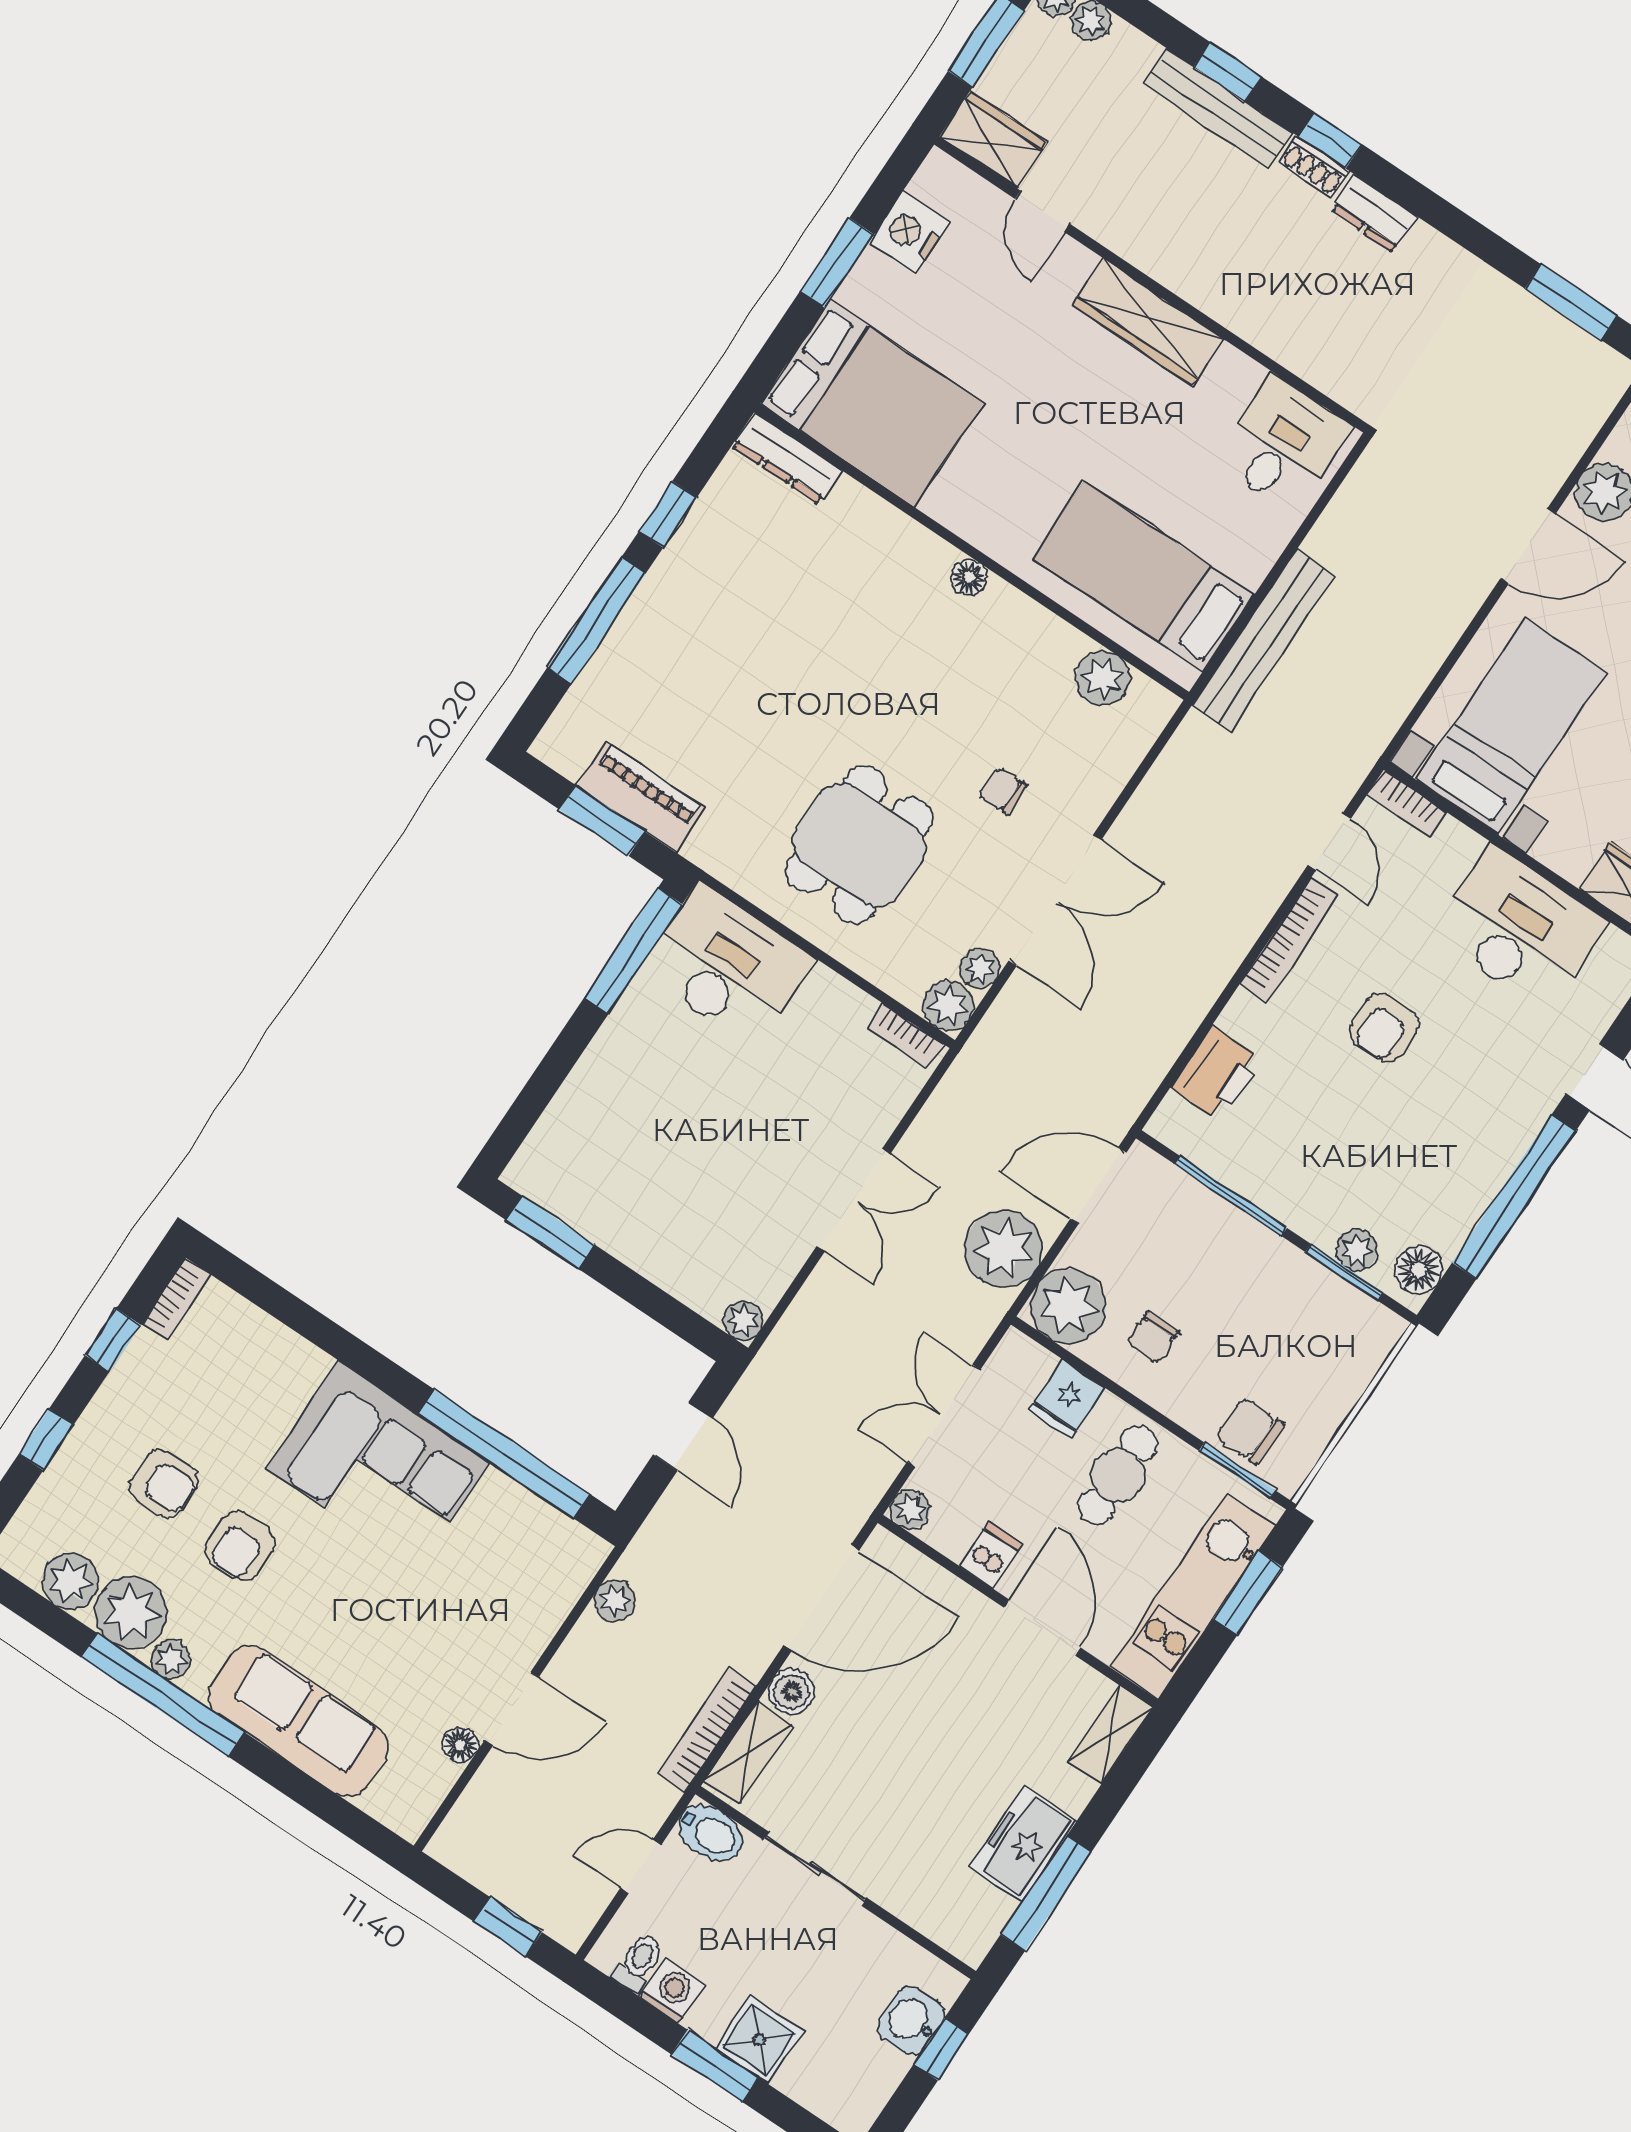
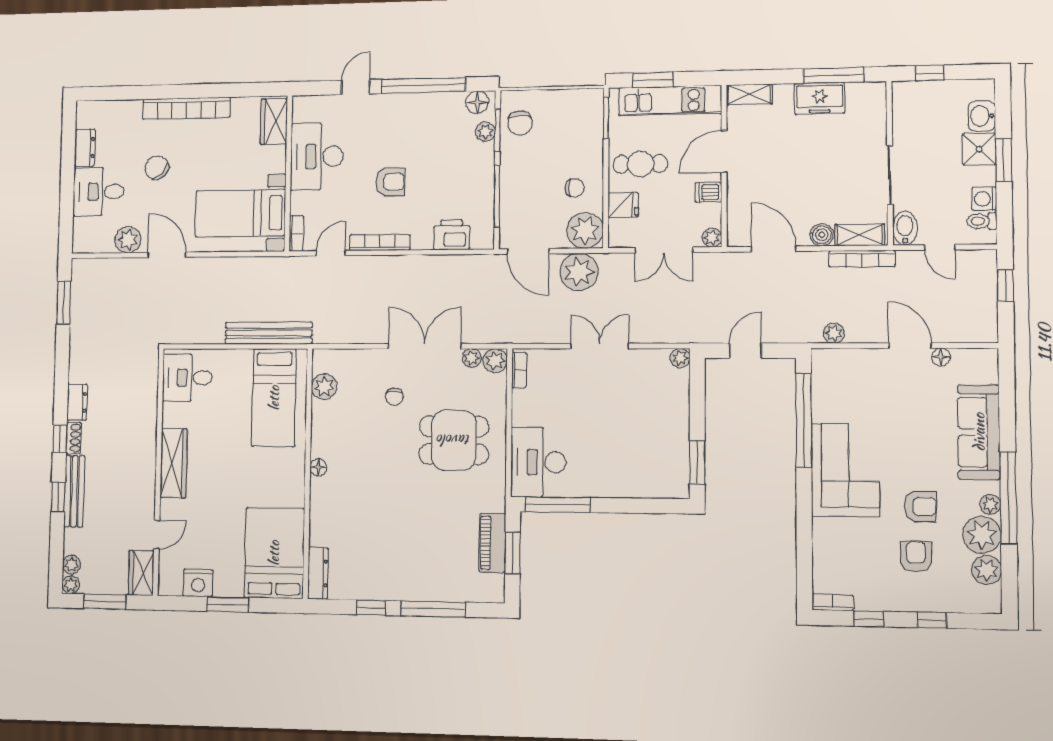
chair: (1250, 1431) -> (520, 123), moved
door: (821, 1598) -> (774, 249), width x0.73
washbasin: (911, 2021) -> (982, 116), moved, turned 90

